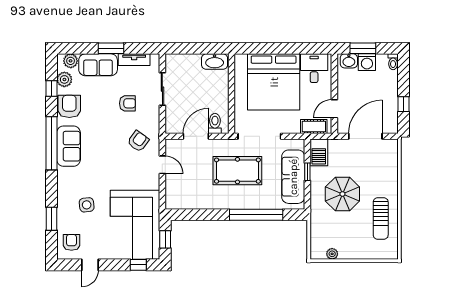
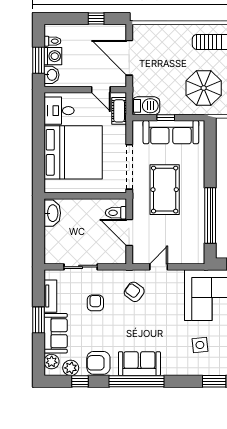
toilet: (393, 62) -> (52, 41), moved
parasol: (342, 194) -> (204, 88), moved
window: (256, 215) -> (210, 216), moved

